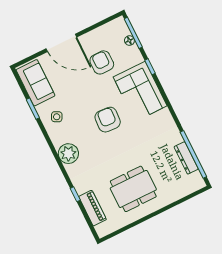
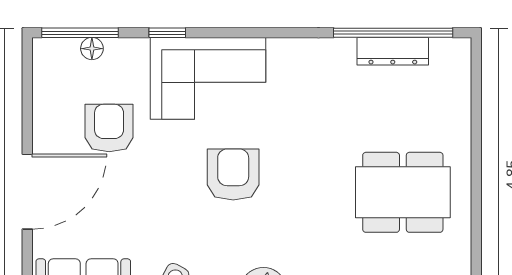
armchair: (102, 62) -> (109, 128), turned 90
armchair: (108, 120) -> (233, 174), turned 87
dining table: (133, 189) -> (403, 192), turned 90

